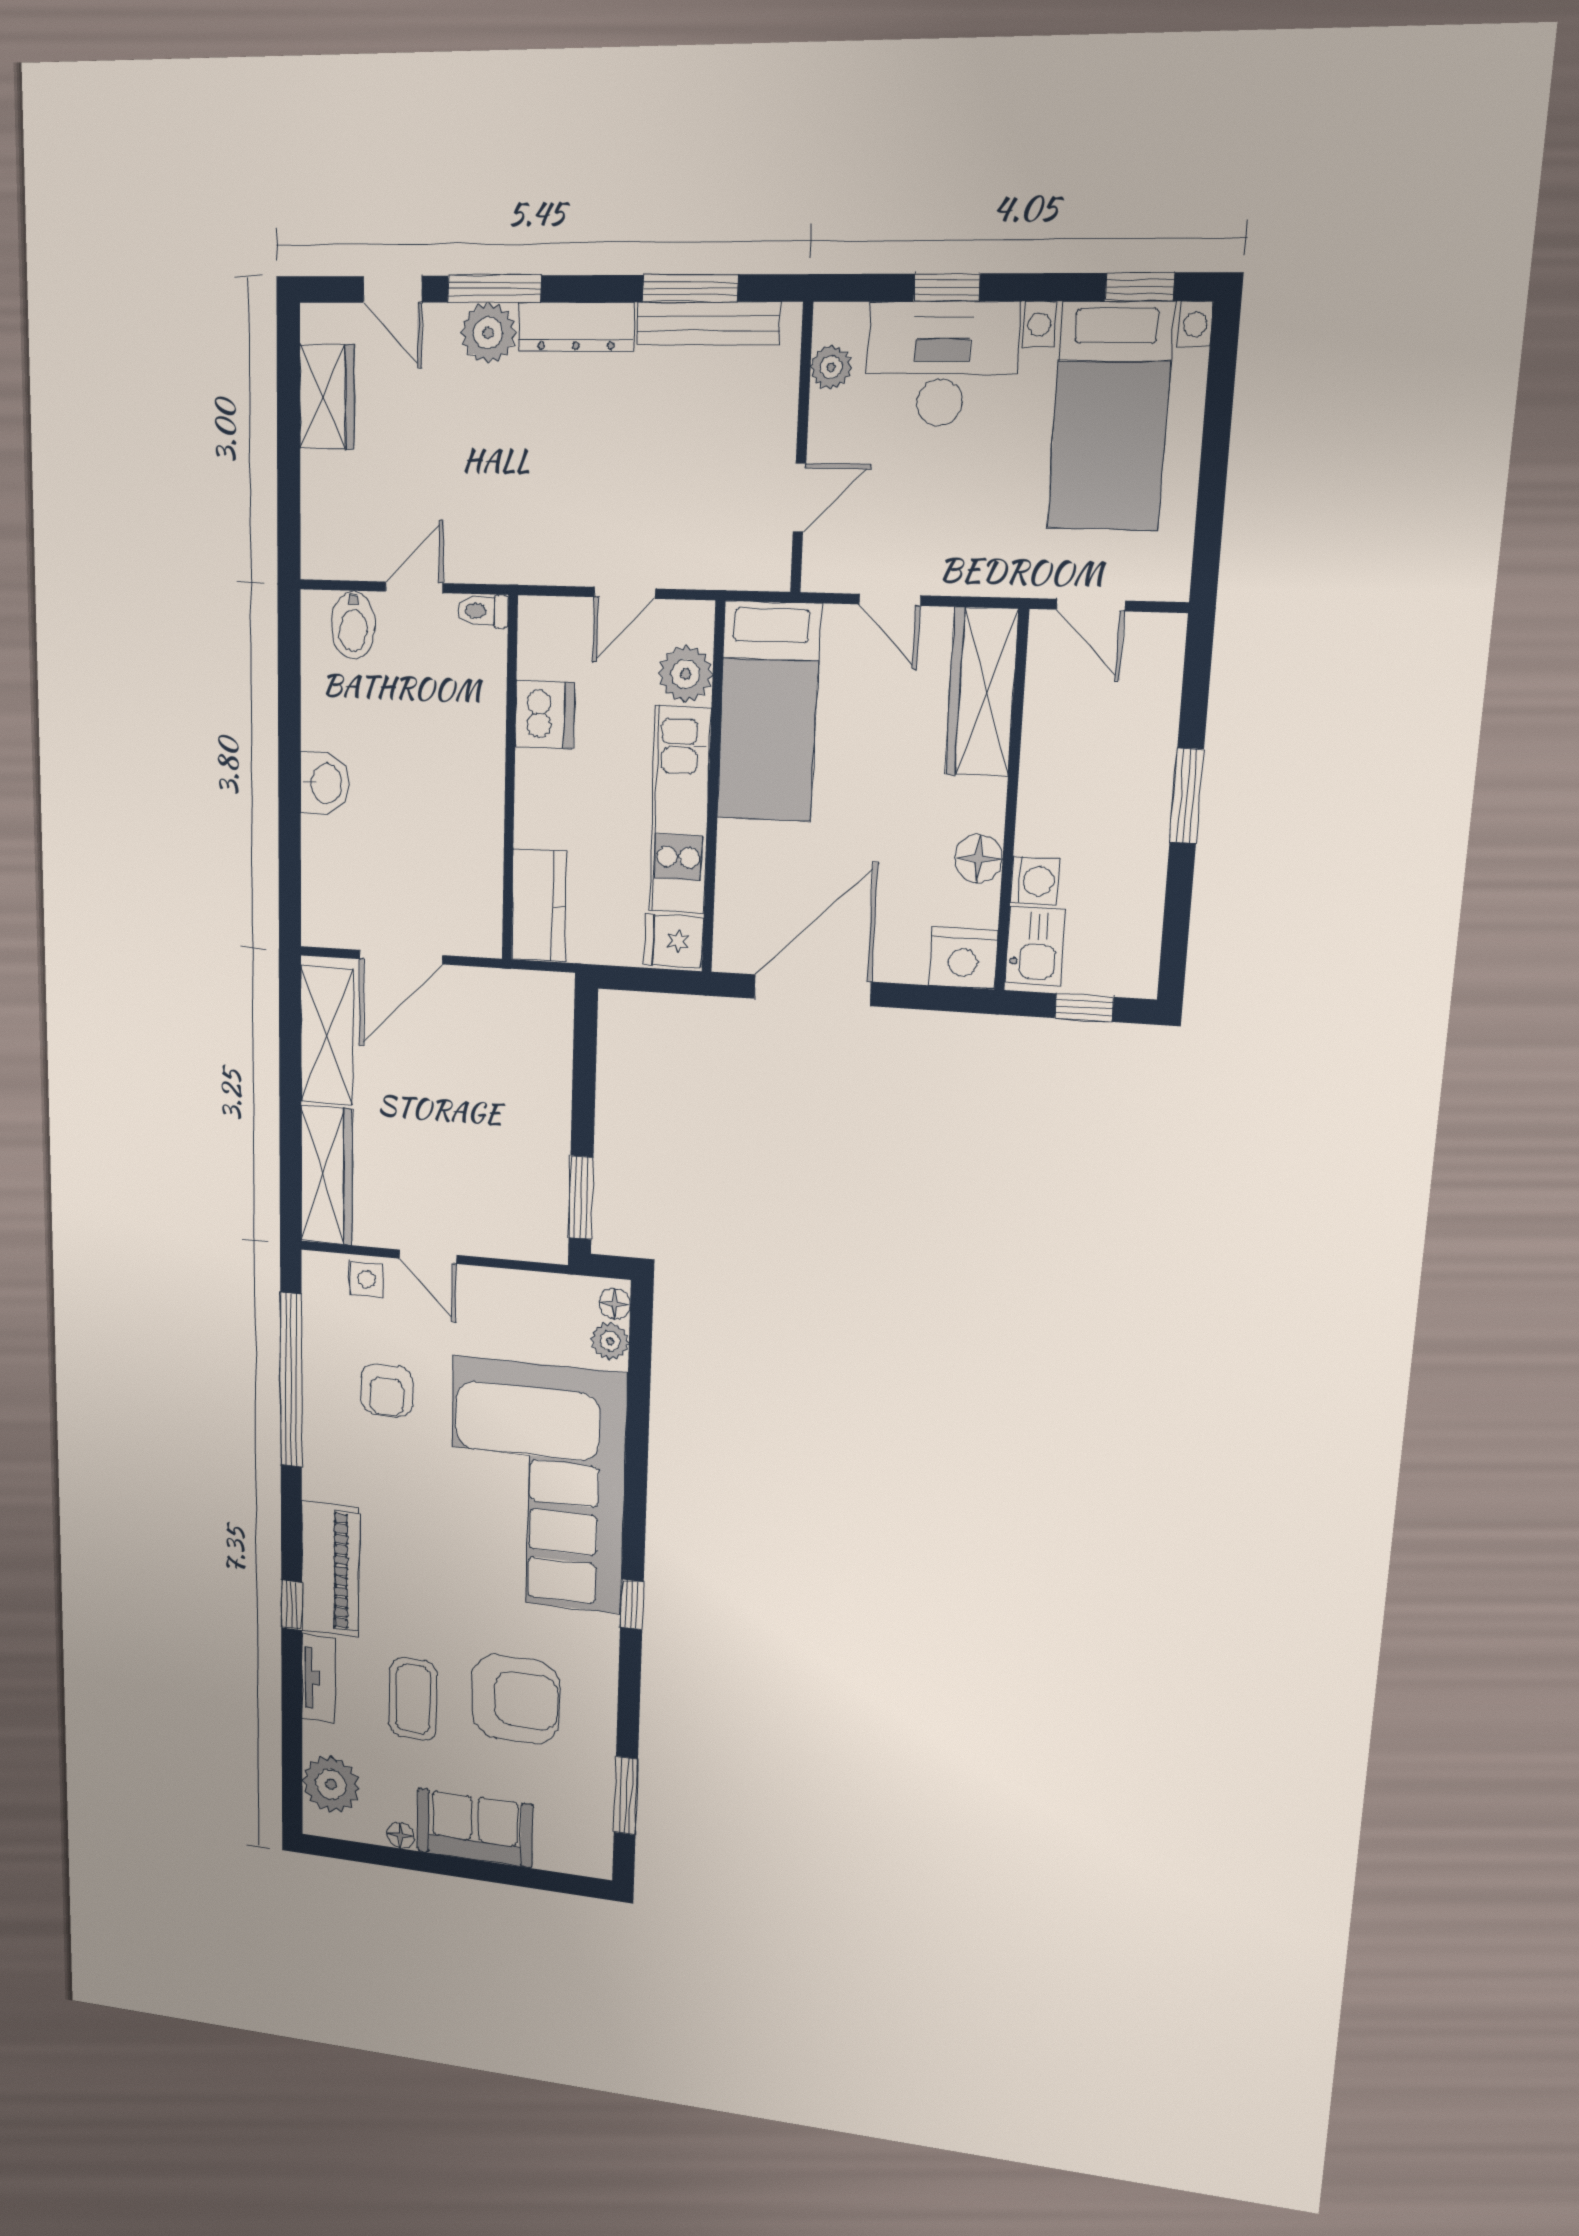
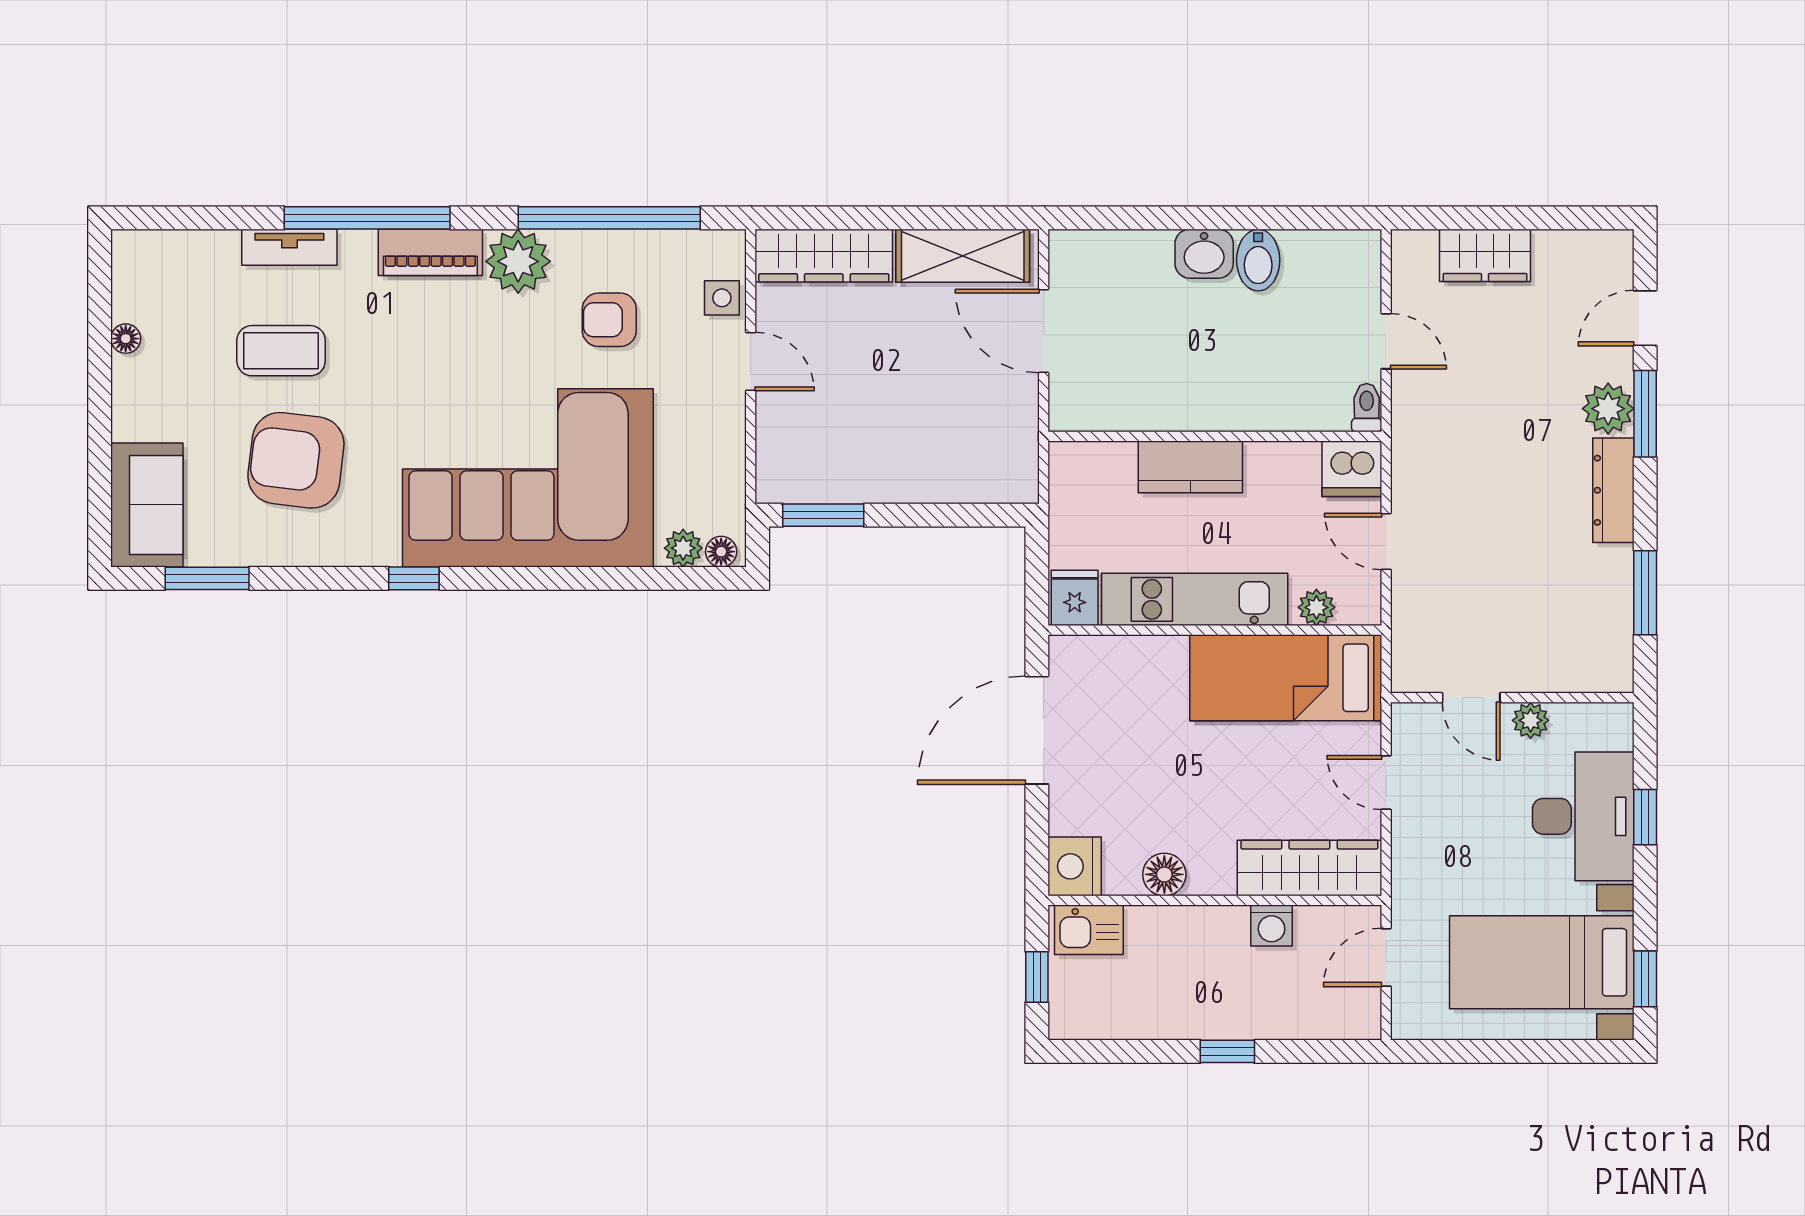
bench: (708, 323) -> (1616, 610), removed
plant: (831, 367) -> (1531, 720), moved
wardrobe: (327, 397) -> (1485, 255), moved
door: (890, 600) -> (1386, 783), hinge flipped
bidet: (353, 625) -> (1258, 260), moved, turned -90
plant: (686, 674) -> (1316, 607), width x0.73, depth x0.73
dishwasher: (545, 714) -> (1352, 469), moved
window: (1187, 796) -> (1227, 1051), width x0.67
washing machine: (1035, 881) -> (1272, 925), moved
kitchen counter: (539, 906) -> (1190, 467), moved
door: (812, 990) -> (1037, 730), swing flipped
door: (428, 1257) -> (751, 361), swing flipped
piano: (330, 1569) -> (430, 252), width x0.73, depth x0.75
window: (292, 1605) -> (367, 218), width x3.17
armchair: (516, 1699) -> (296, 460), turned 97
plant: (331, 1784) -> (518, 261), moved
sofa: (475, 1828) -> (147, 505), moved

